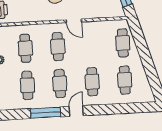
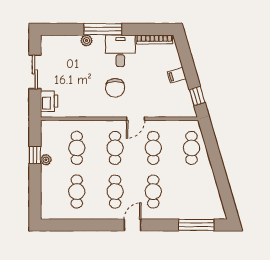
door: (74, 21) -> (136, 119), hinge flipped
cafe table: (125, 80) -> (153, 148), moved
window: (46, 113) -> (196, 225), moved

